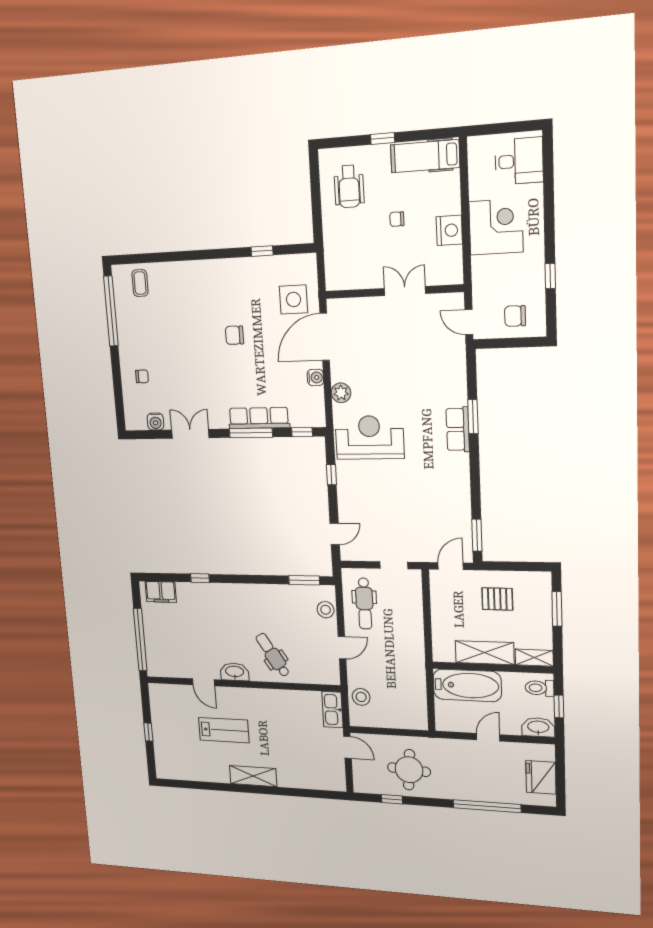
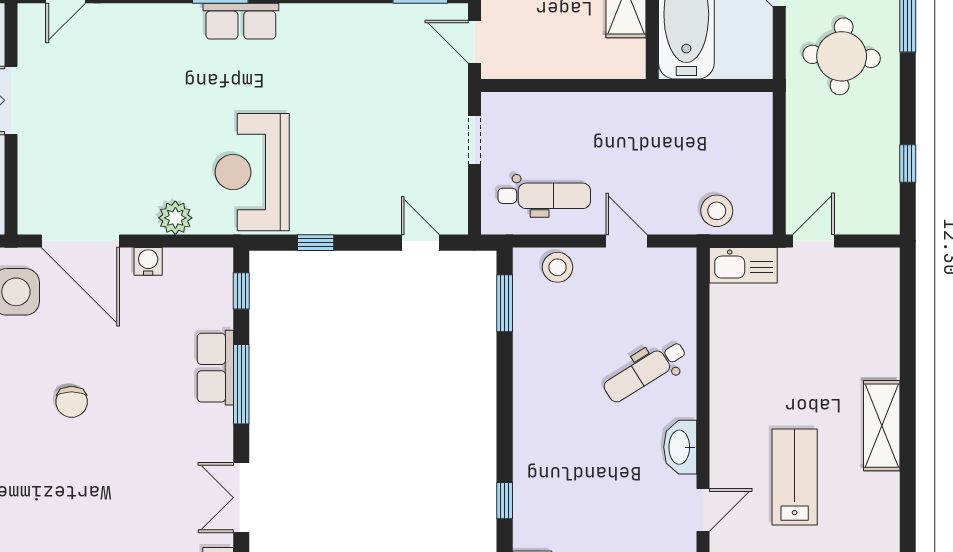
row of seats: (259, 418) -> (215, 368), width x0.68
round table: (409, 770) -> (842, 56), moved

